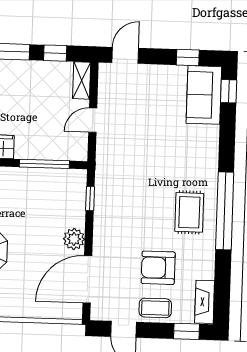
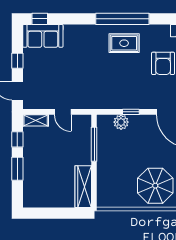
window: (188, 57) -> (17, 61), moved
window: (90, 199) -> (131, 112), moved
plant: (74, 239) -> (121, 122), moved

